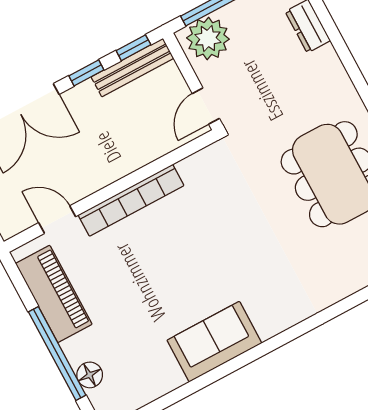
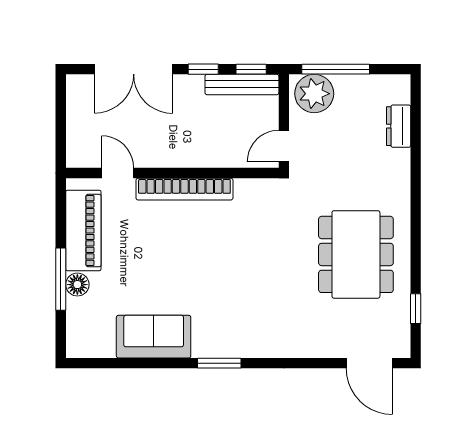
sofa: (214, 342) -> (154, 337), moved
window: (57, 353) -> (61, 279), width x0.68
window: (257, 353) -> (219, 363), added
floor lamp: (90, 375) -> (77, 285), moved

